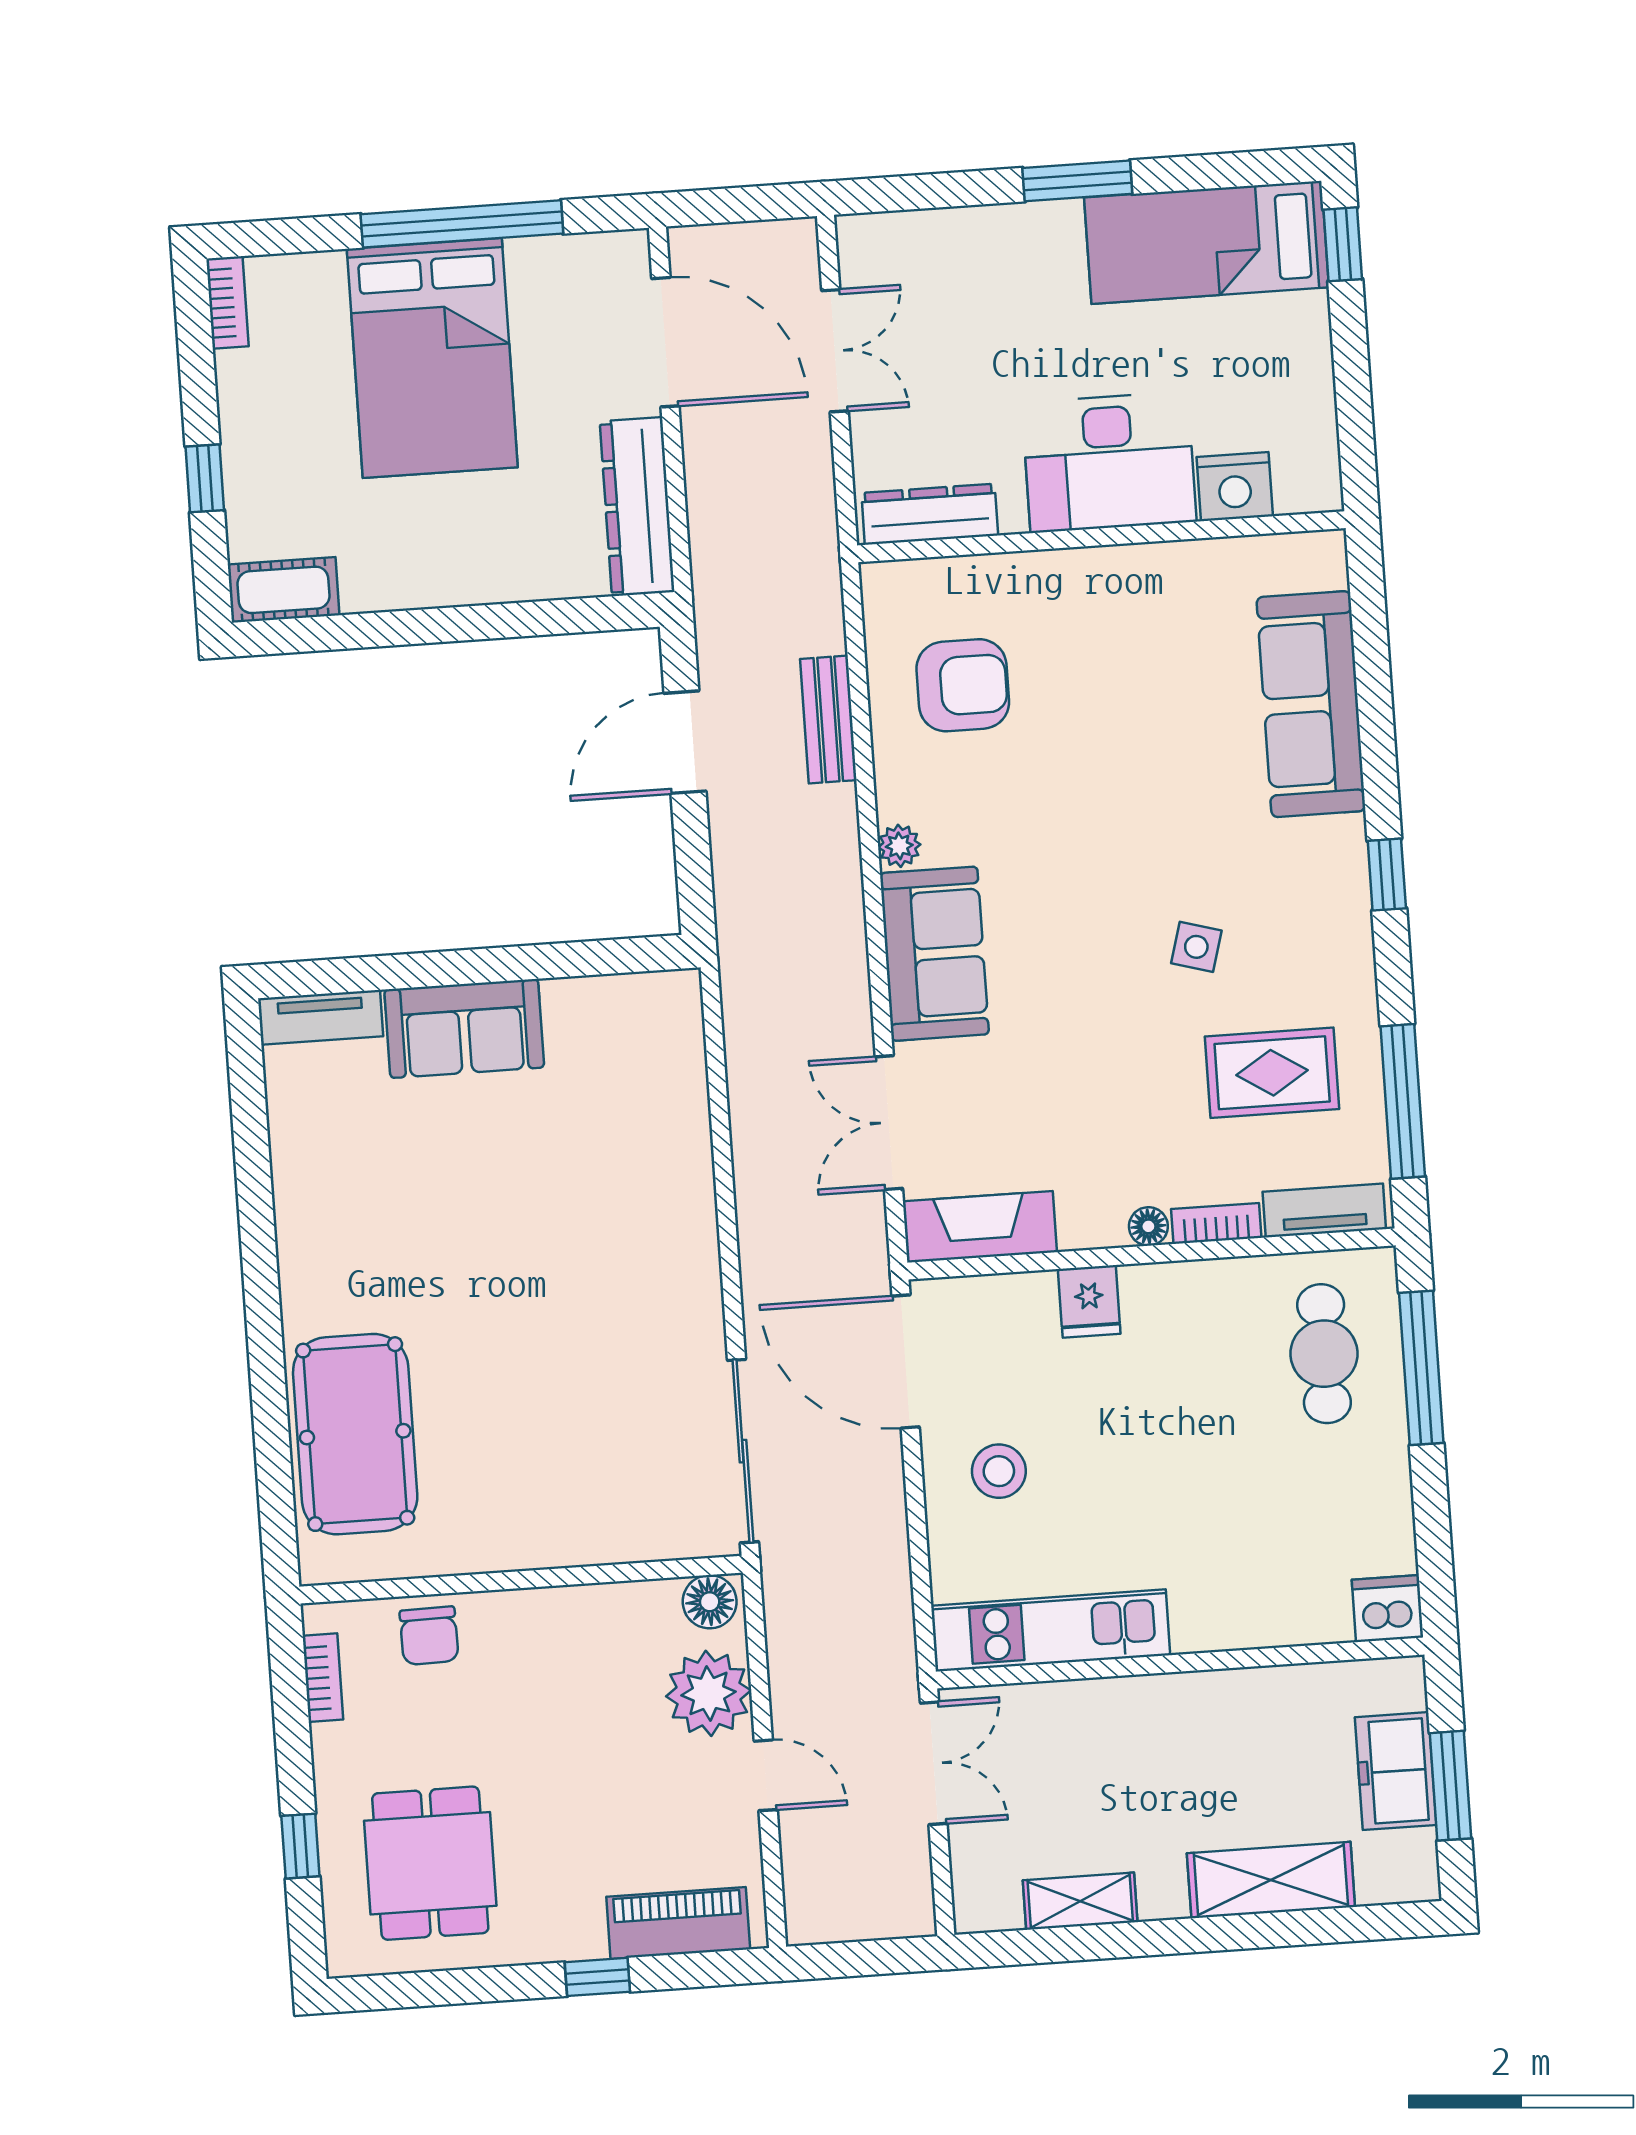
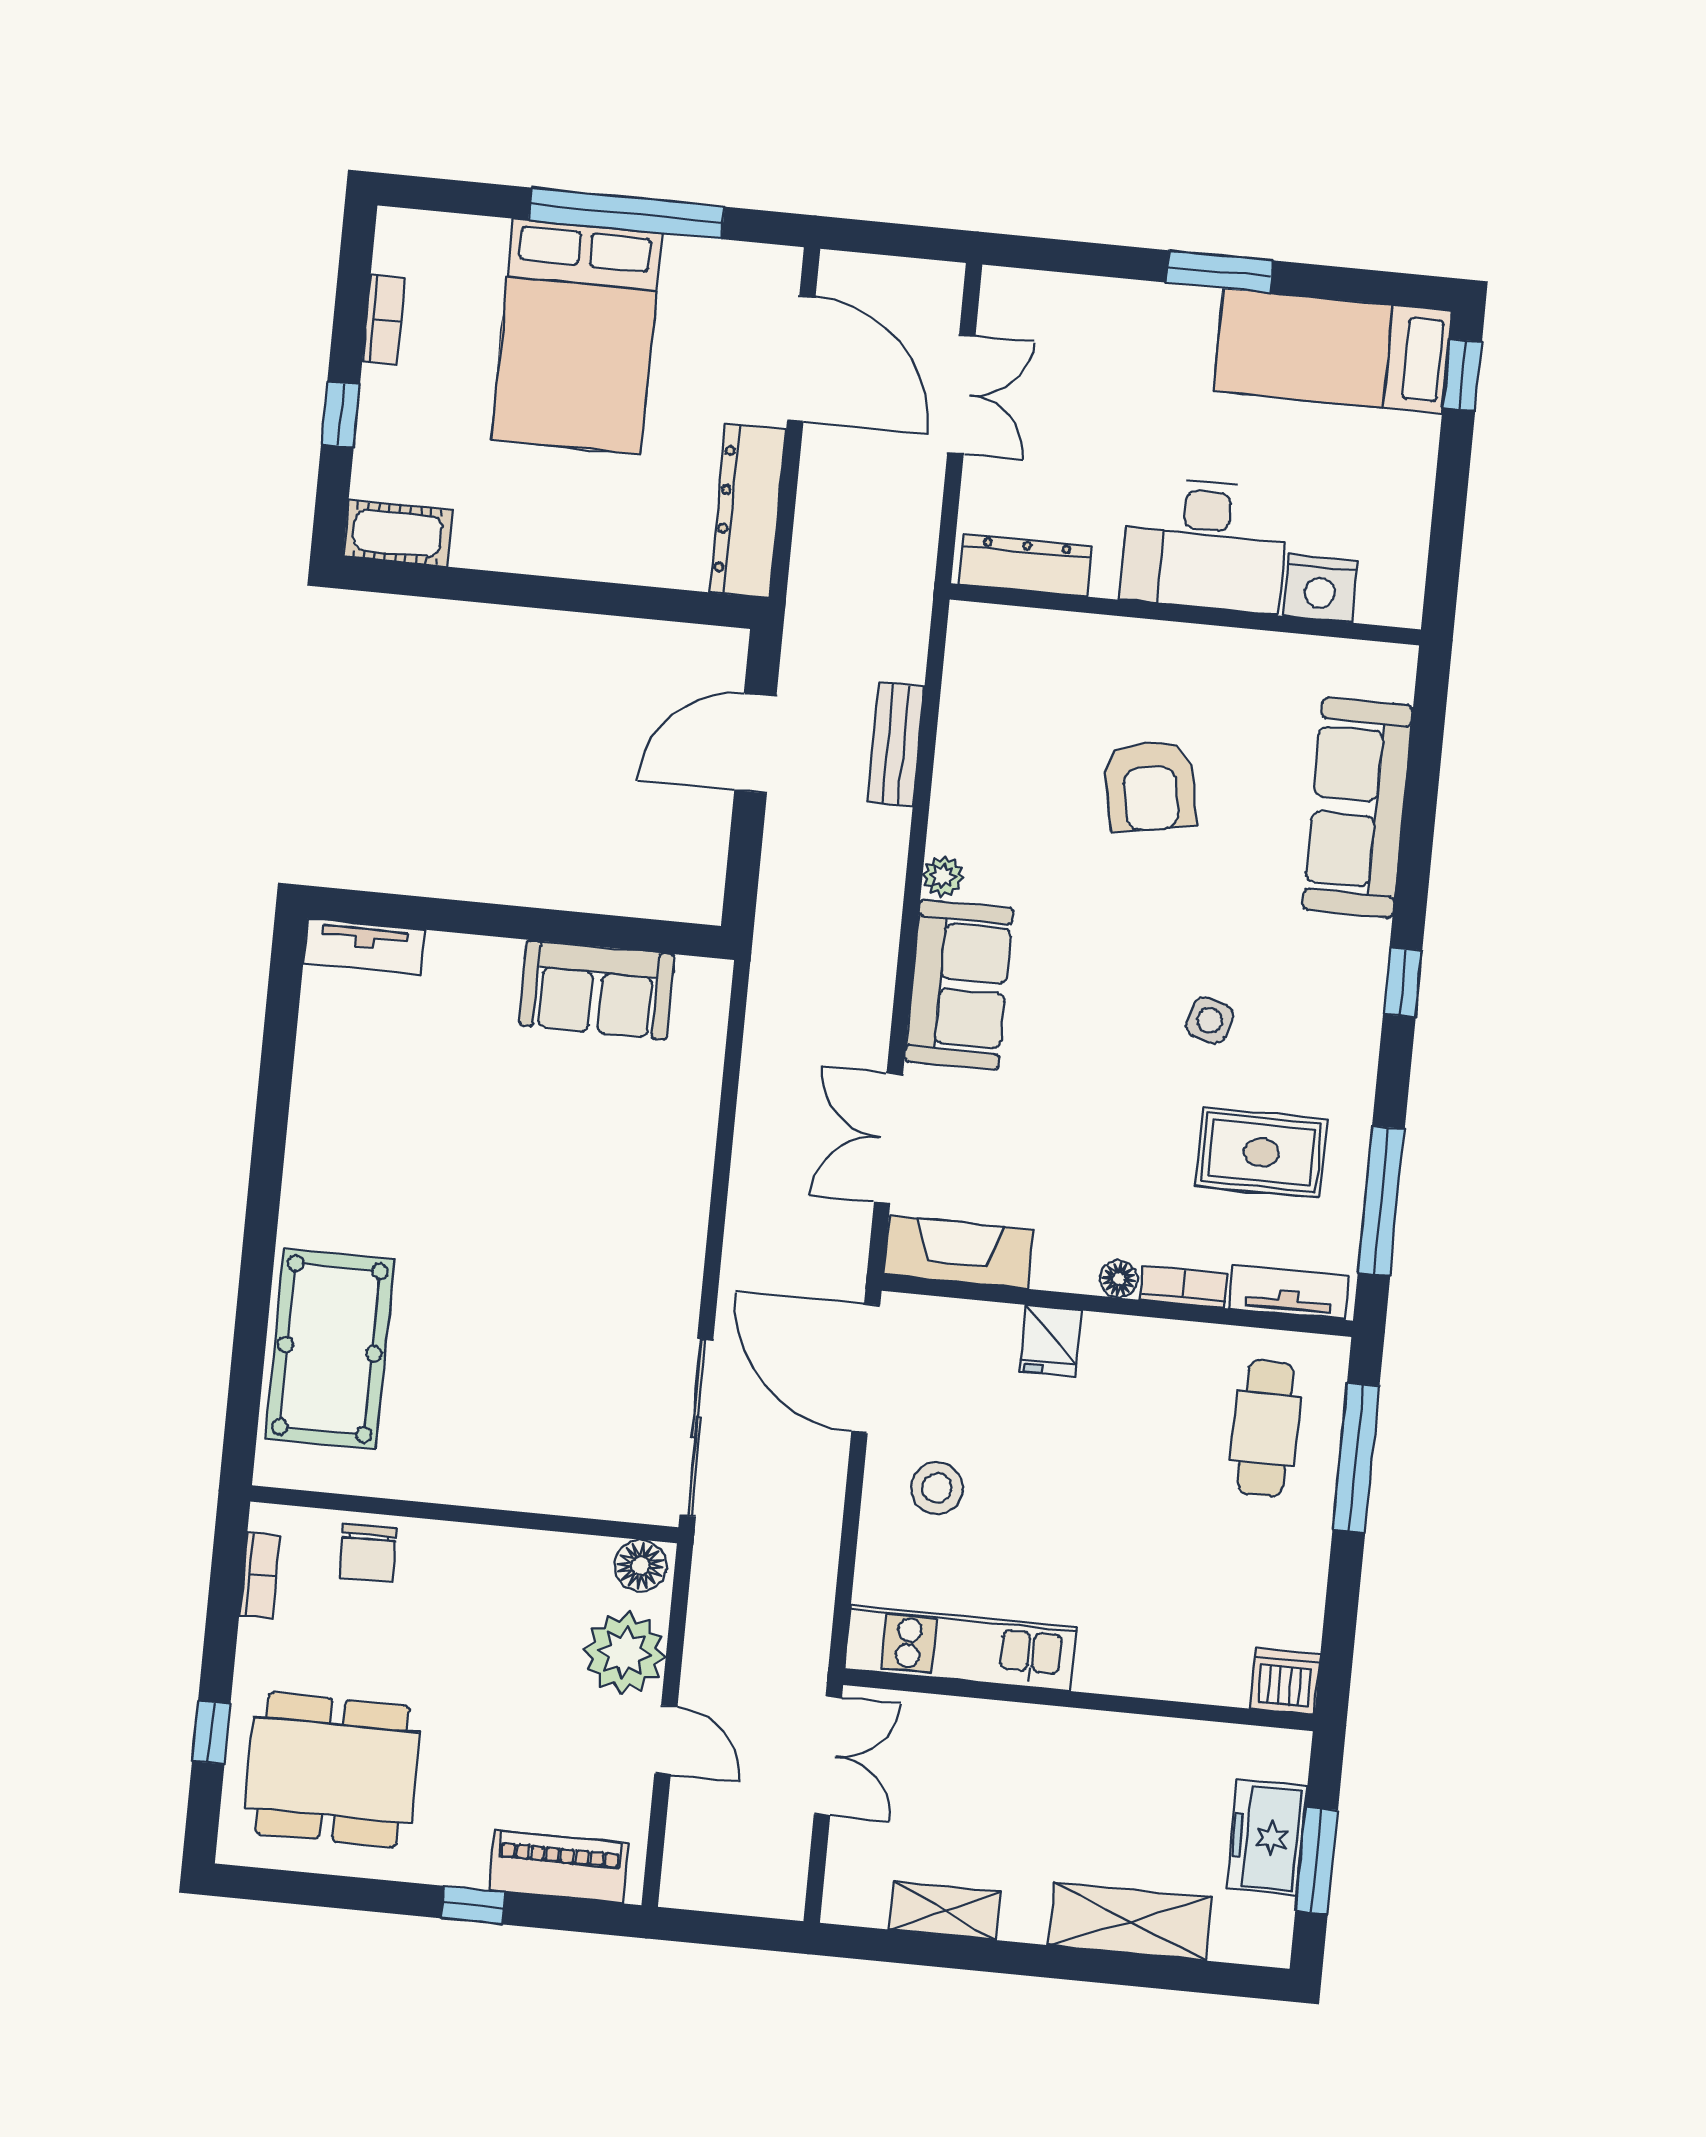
bookcase: (227, 303) -> (384, 320), moved
armchair: (963, 685) -> (1150, 786), moved, turned 79
sofa: (464, 1029) -> (596, 990), moved
dining table: (430, 1863) -> (332, 1770), width x1.38

